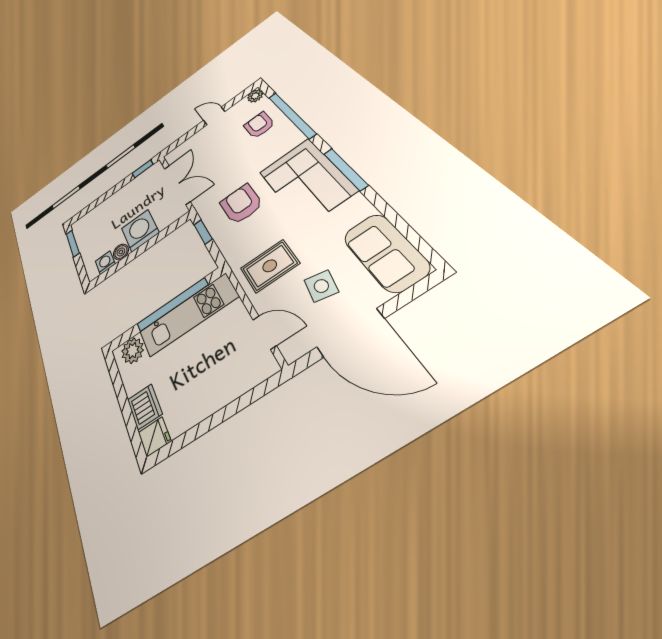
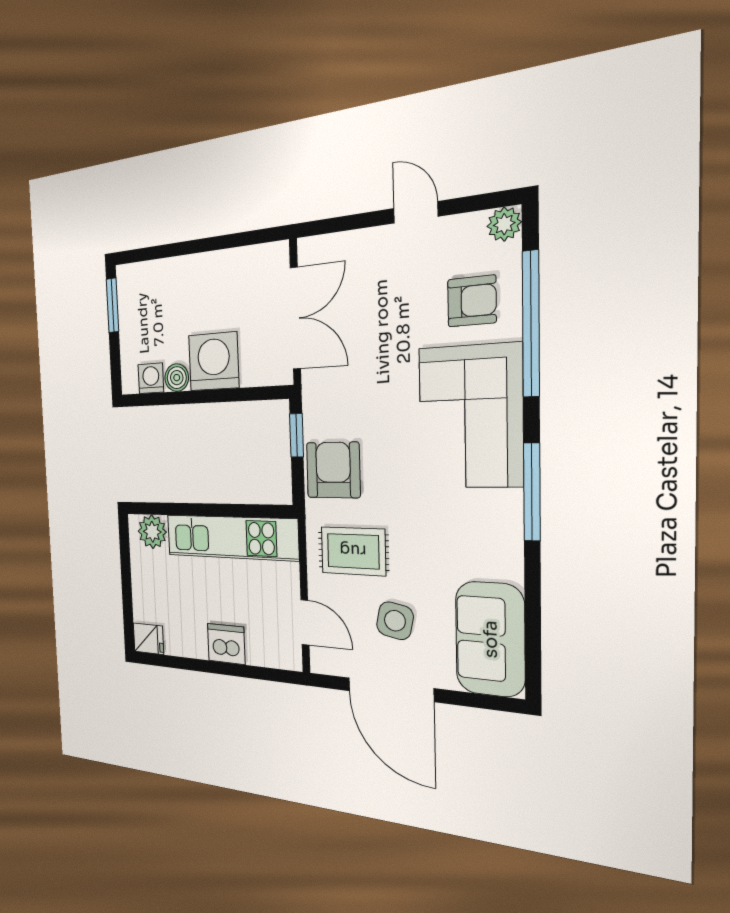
armchair: (259, 125) -> (472, 301), turned 90
window: (143, 169) -> (256, 237), removed
corner sofa: (306, 181) -> (470, 417), moved
armchair: (241, 204) -> (333, 470), moved
window: (172, 305) -> (217, 510), removed
dishwasher: (145, 407) -> (226, 644), moved, turned -90

